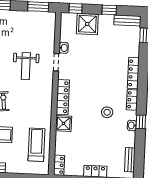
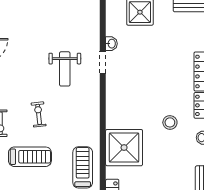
locker: (63, 97) -> (113, 106), removed
shower: (64, 123) -> (124, 148), width x1.86, depth x1.86

